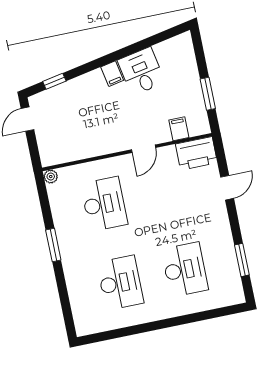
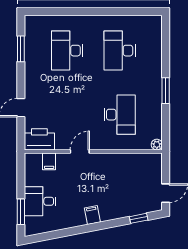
desk: (141, 71) -> (40, 201), moved, turned 101
window: (208, 94) -> (21, 212), moved
desk: (104, 204) -> (120, 115), turned 180

